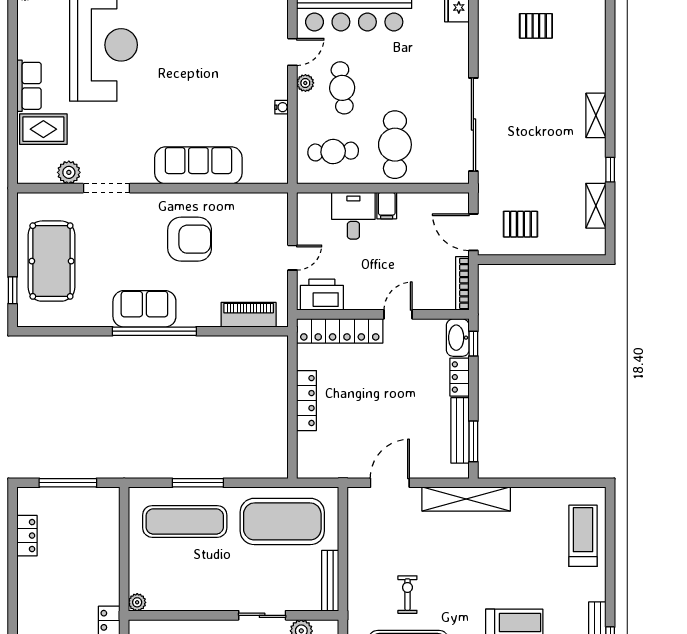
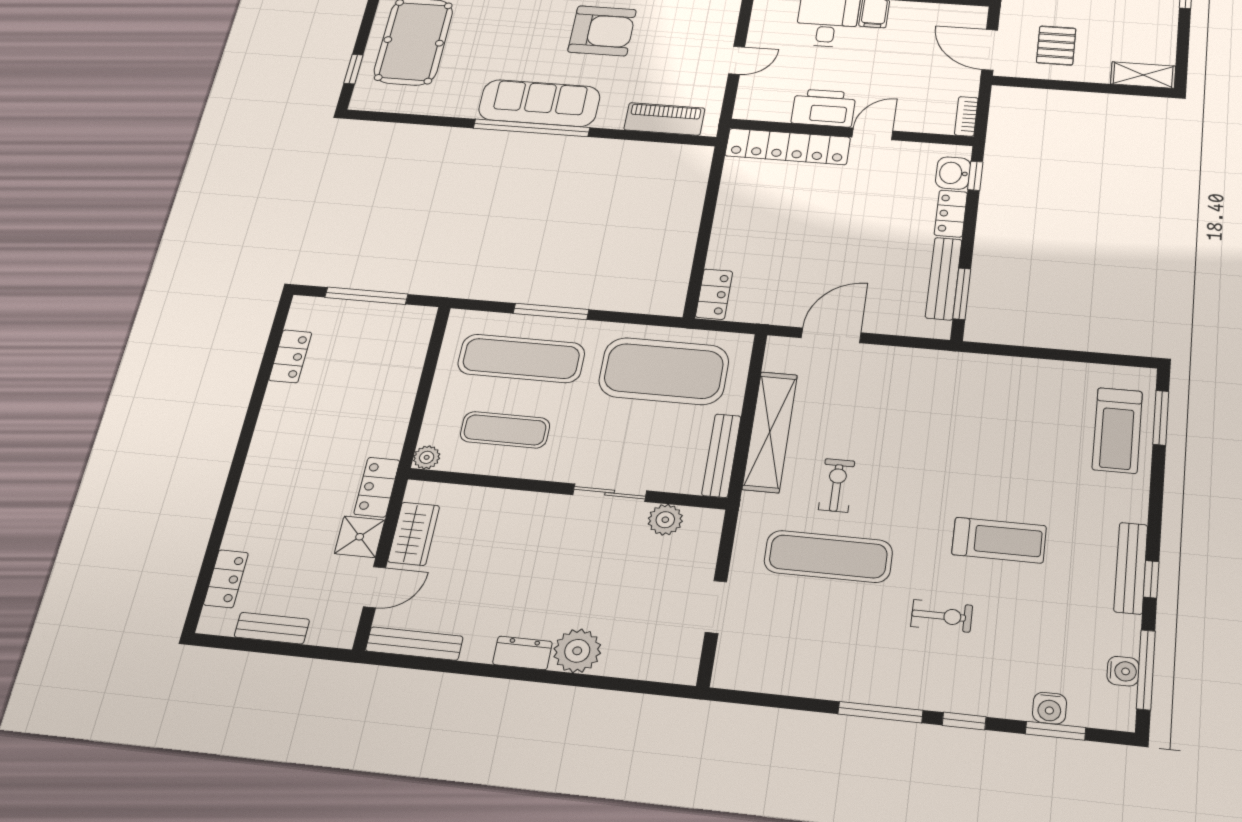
shelving: (596, 206) -> (1143, 75), moved, turned 90
pallet: (520, 224) -> (1056, 46), turned 90
bookcase: (462, 283) -> (966, 116), width x0.64
printer: (322, 295) -> (824, 108), moved
sofa: (144, 309) -> (539, 103), width x1.36
washbasin: (458, 338) -> (953, 173), width x0.72
locker: (307, 401) -> (714, 294), moved, width x0.66
shelving: (466, 499) -> (770, 432), moved, turned 90
window: (610, 524) -> (1161, 418), added
treadmill: (583, 536) -> (1117, 430), turned 180
exercise mat: (185, 577) -> (505, 430), added

